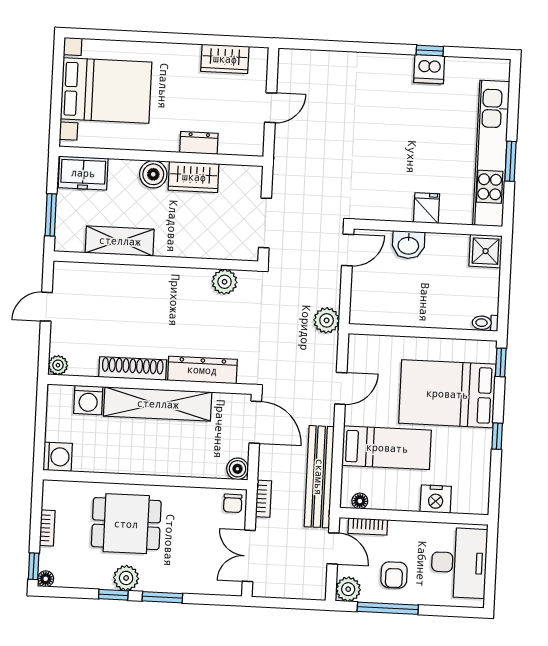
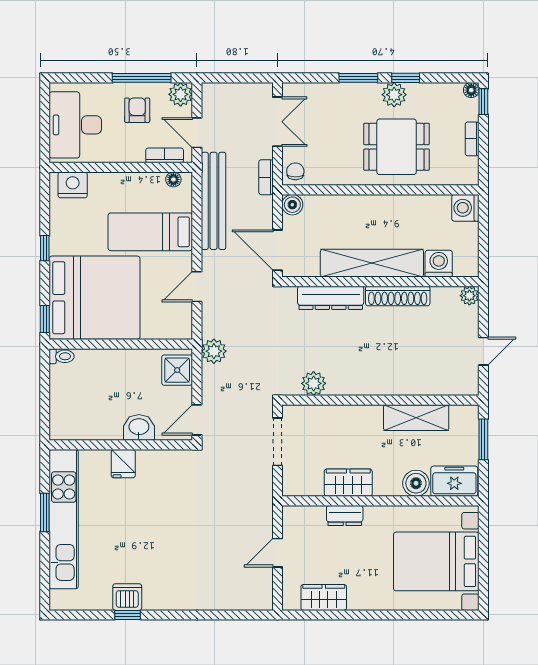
boiler: (153, 174) -> (416, 483), moved
shower: (486, 251) -> (177, 370), moved
bed: (447, 394) -> (95, 298), width x1.36
nightstand: (436, 499) -> (73, 185), moved

